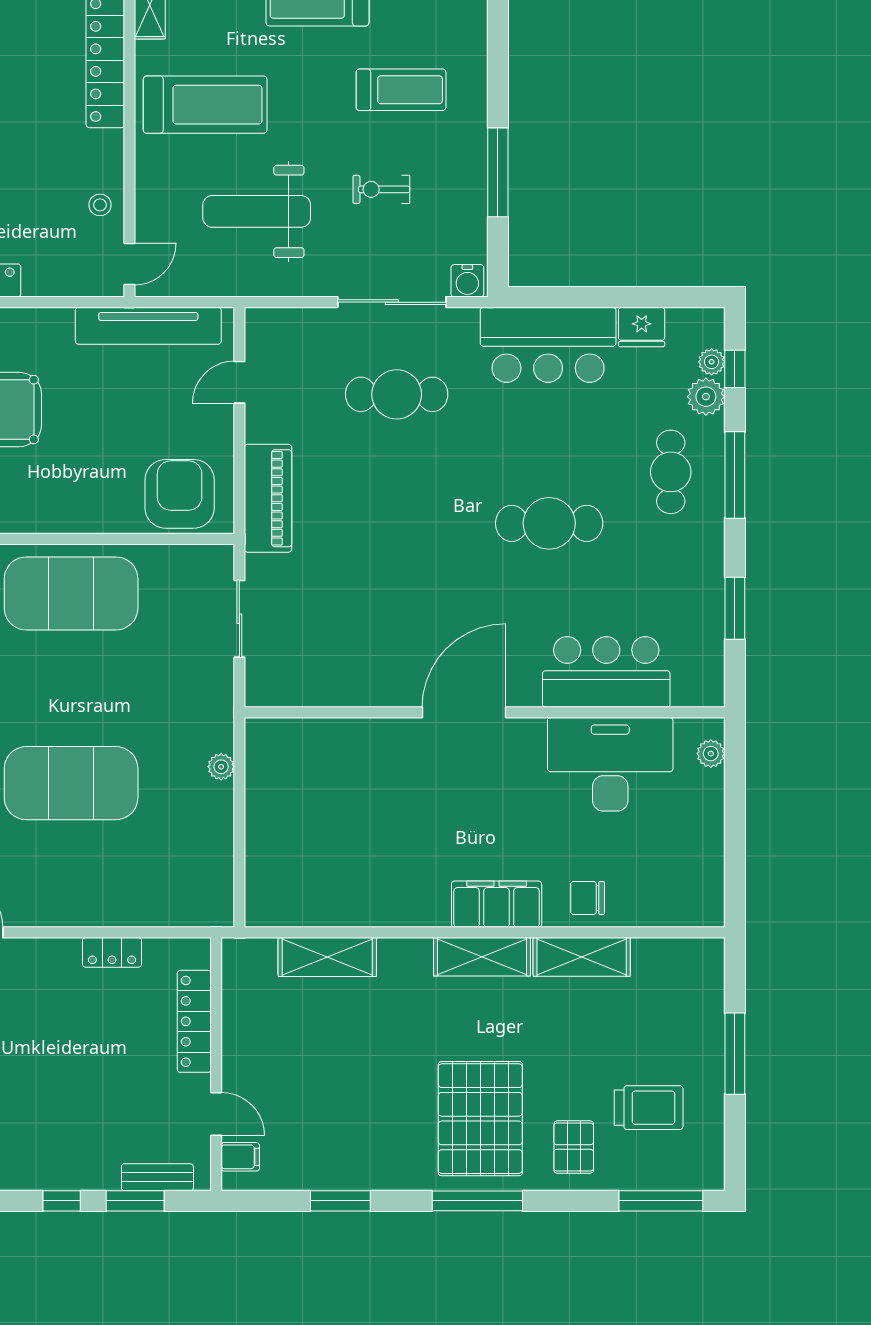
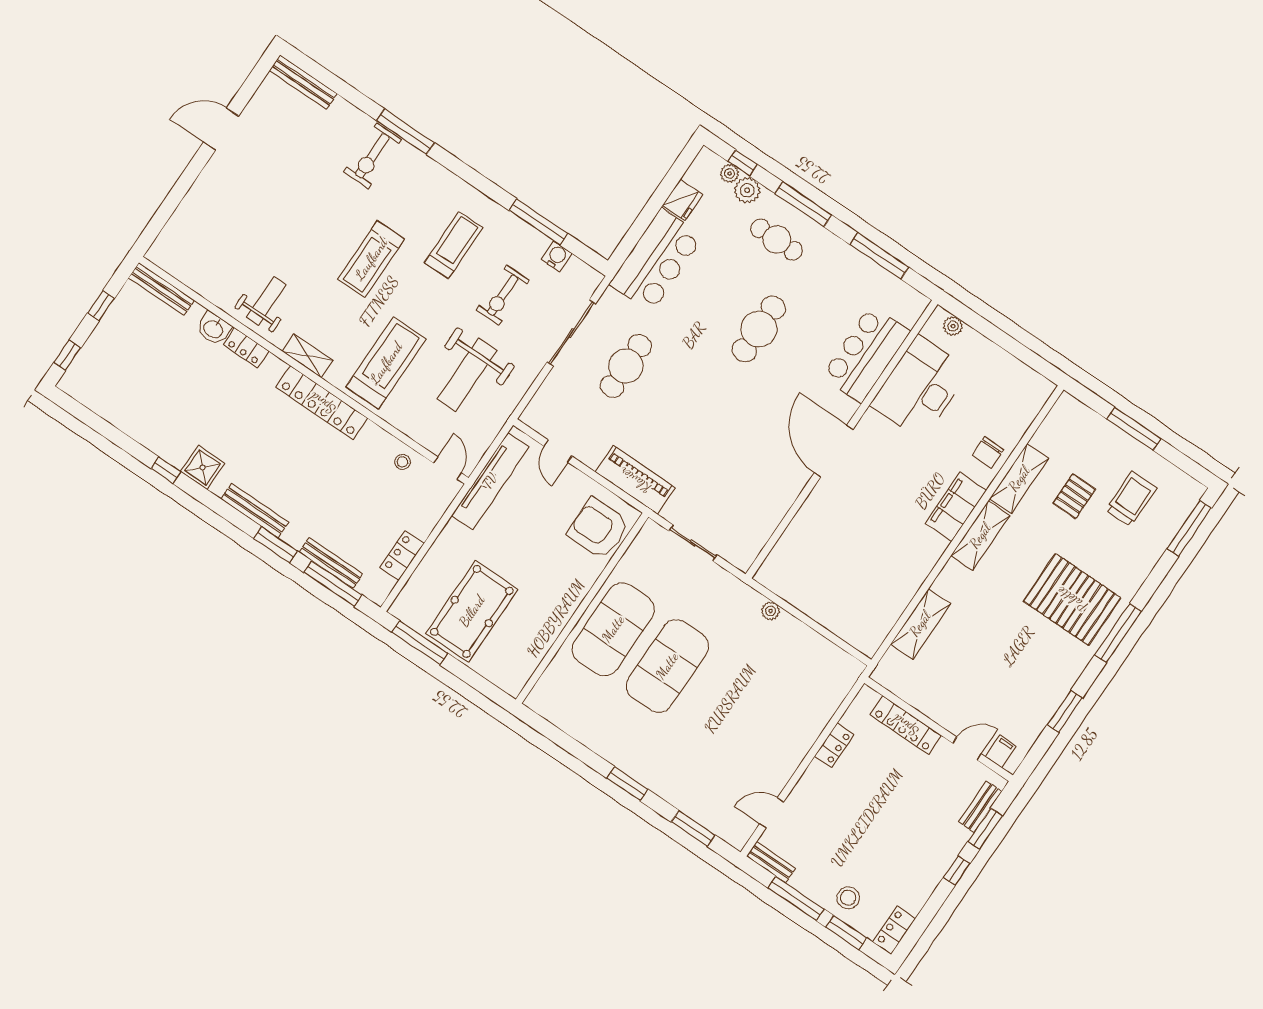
exercise bike: (381, 189) -> (503, 295), width x1.38, depth x1.39
water cooler: (467, 281) -> (557, 256), moved, turned -90
window: (735, 608) -> (879, 256), width x1.44
exercise mat: (71, 783) -> (667, 666), moved
pallet: (574, 1147) -> (1074, 496), moved, turned 90

